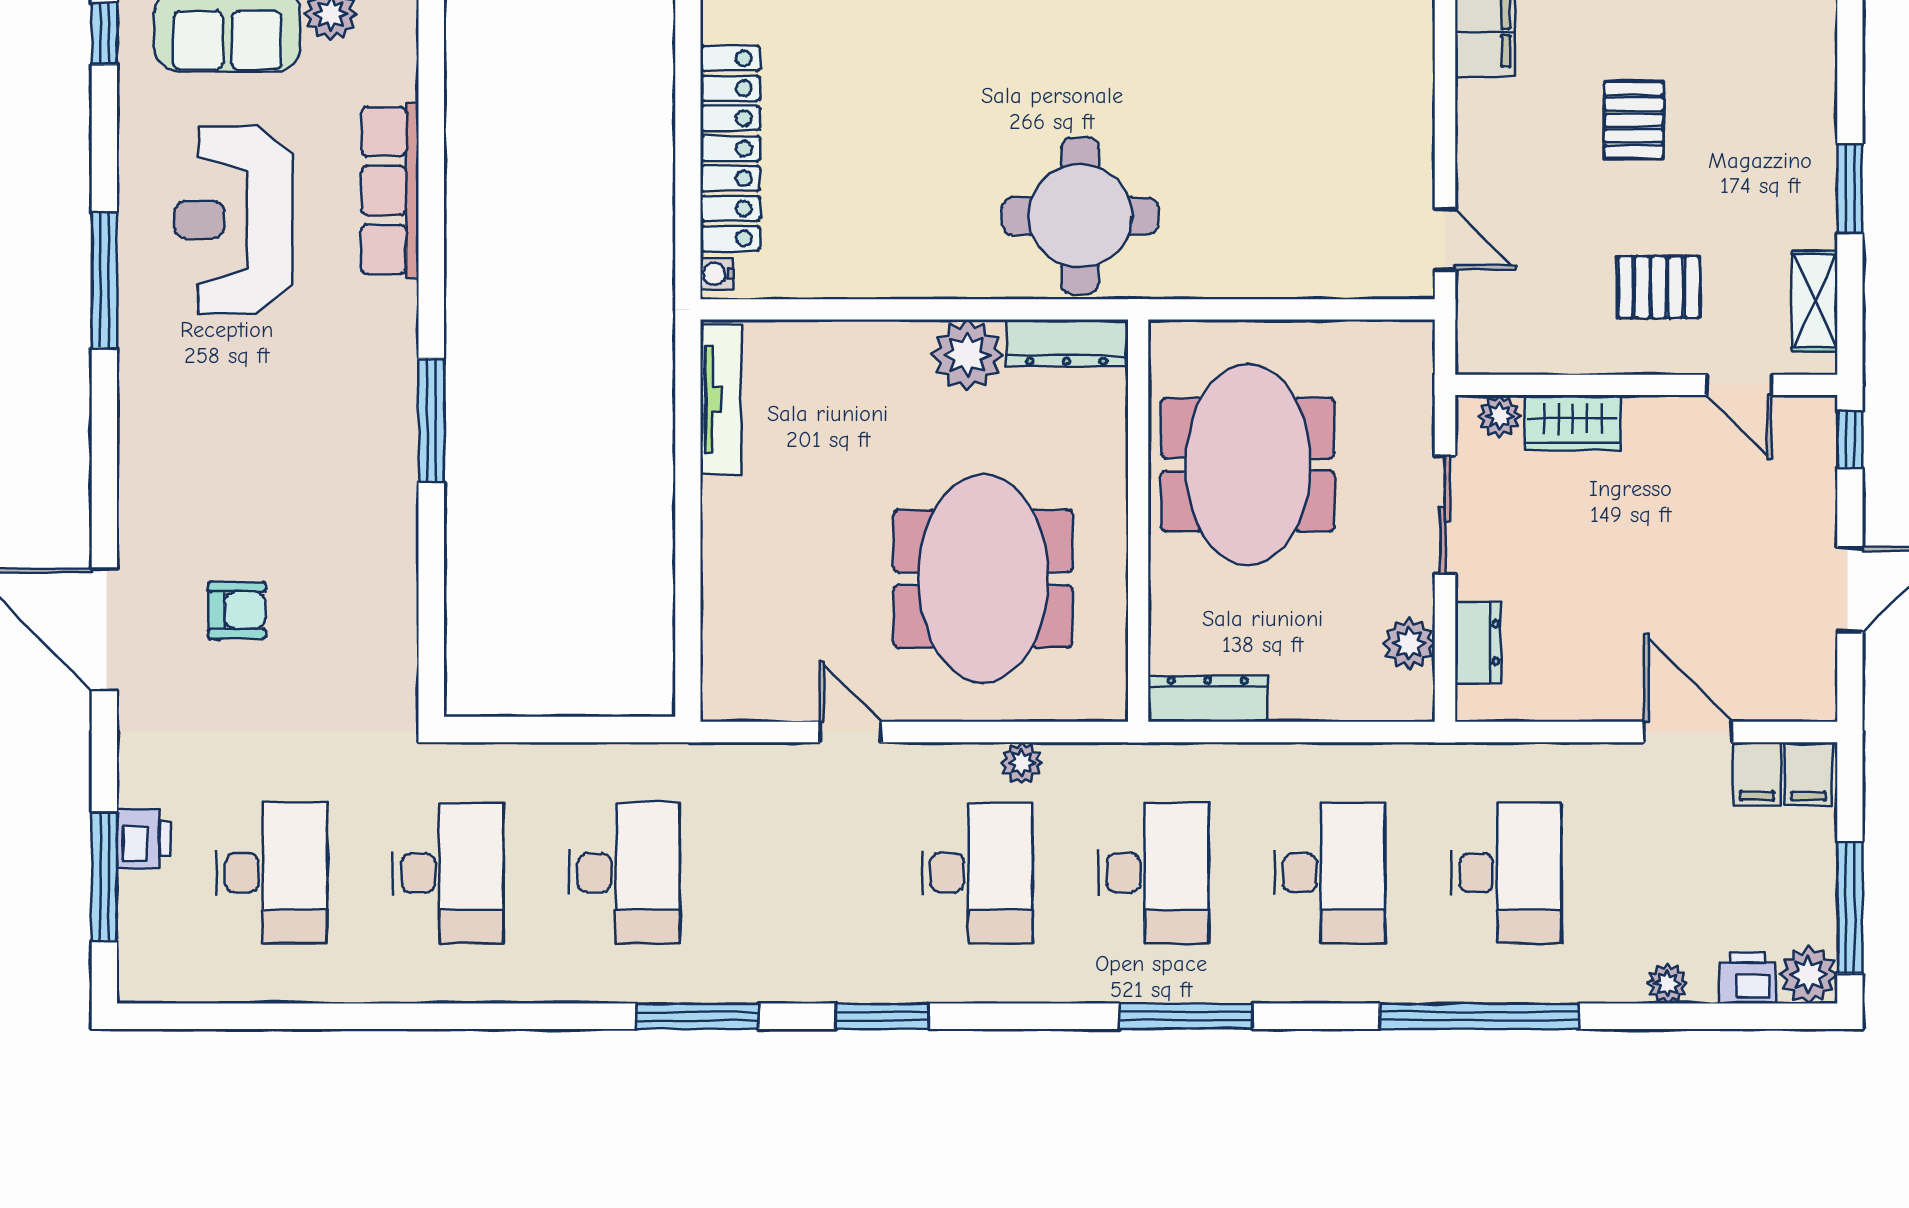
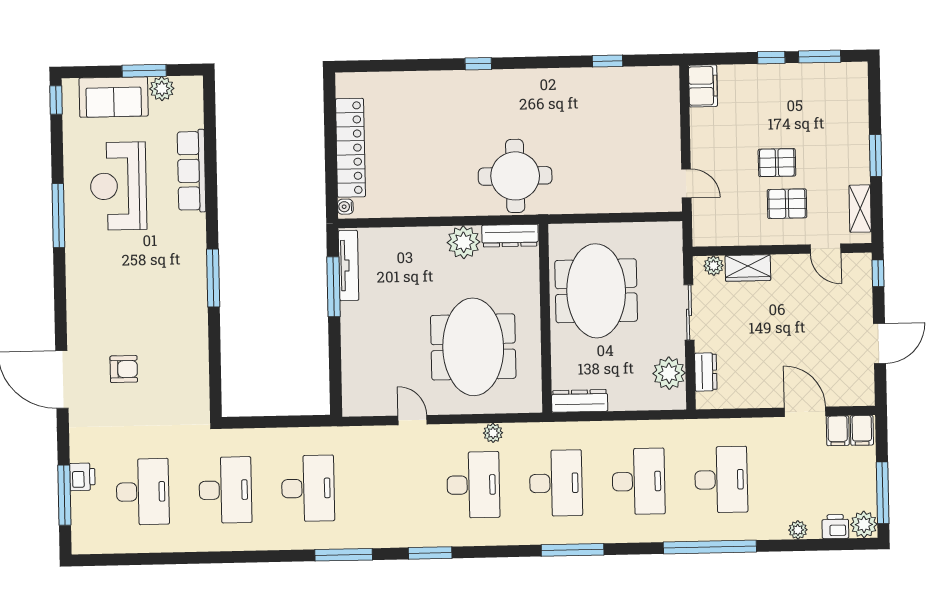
pallet: (1634, 120) -> (777, 163), moved, turned 90
window: (688, 444) -> (334, 287), added
plant: (1409, 644) -> (669, 373), width x1.36, depth x1.36

